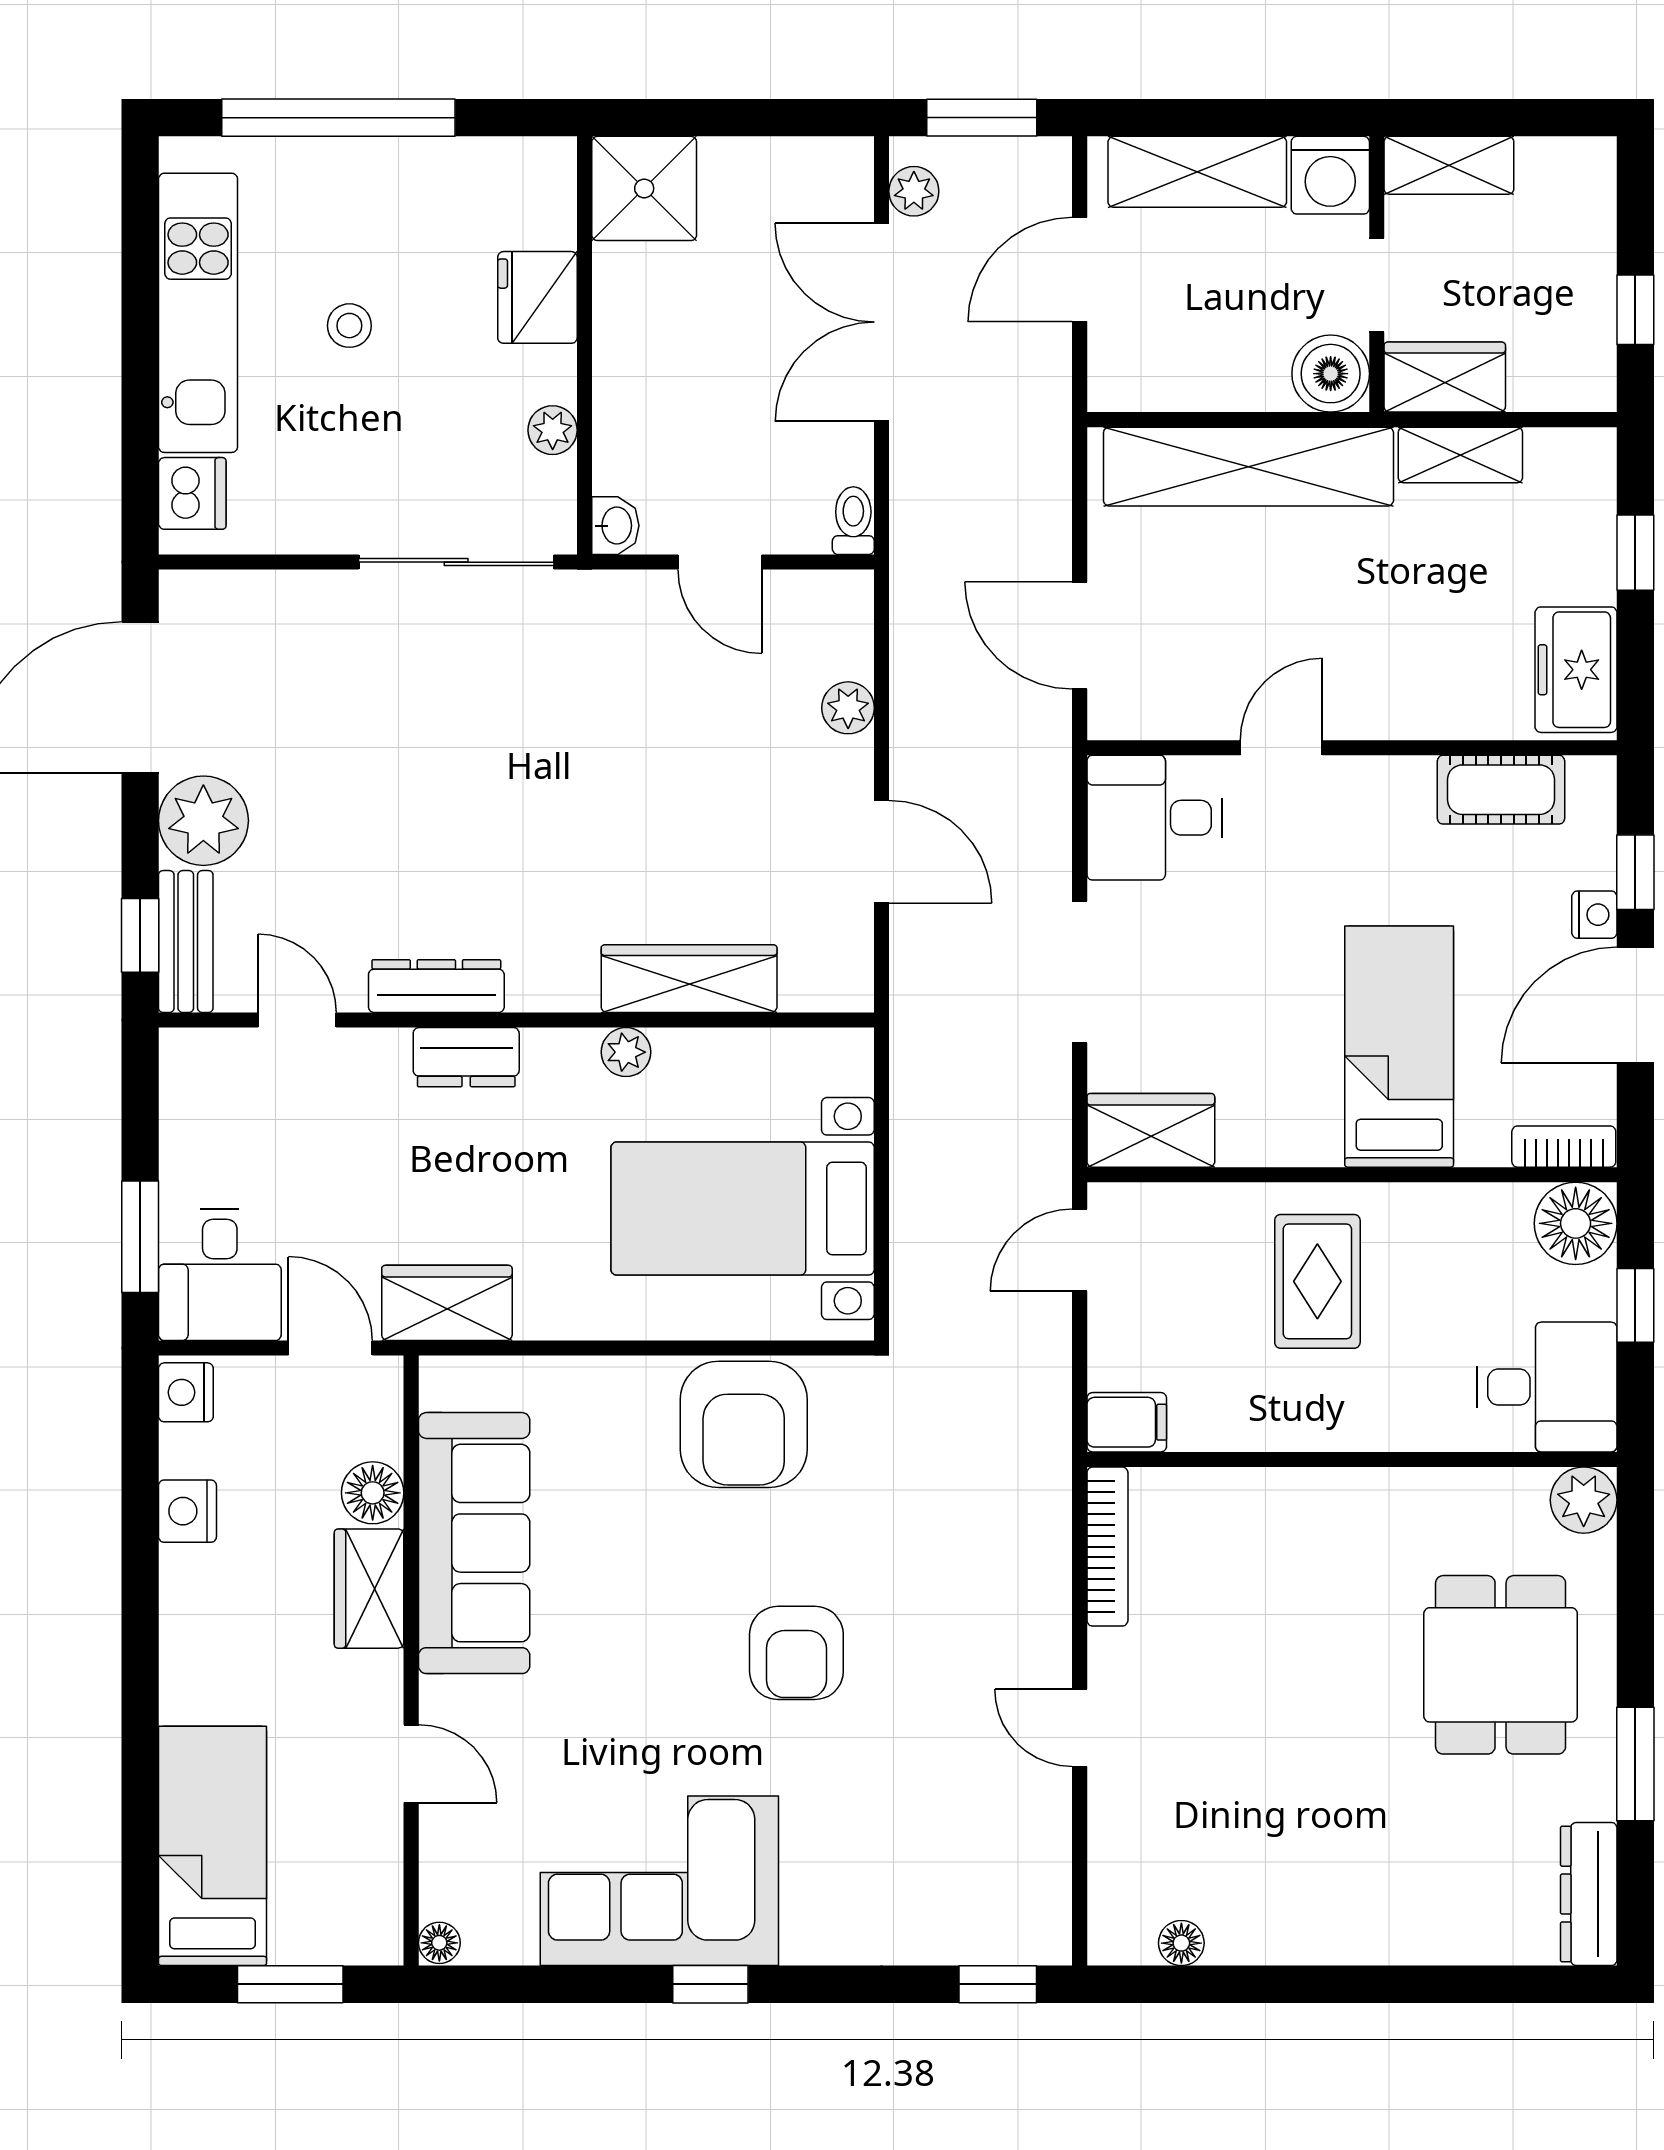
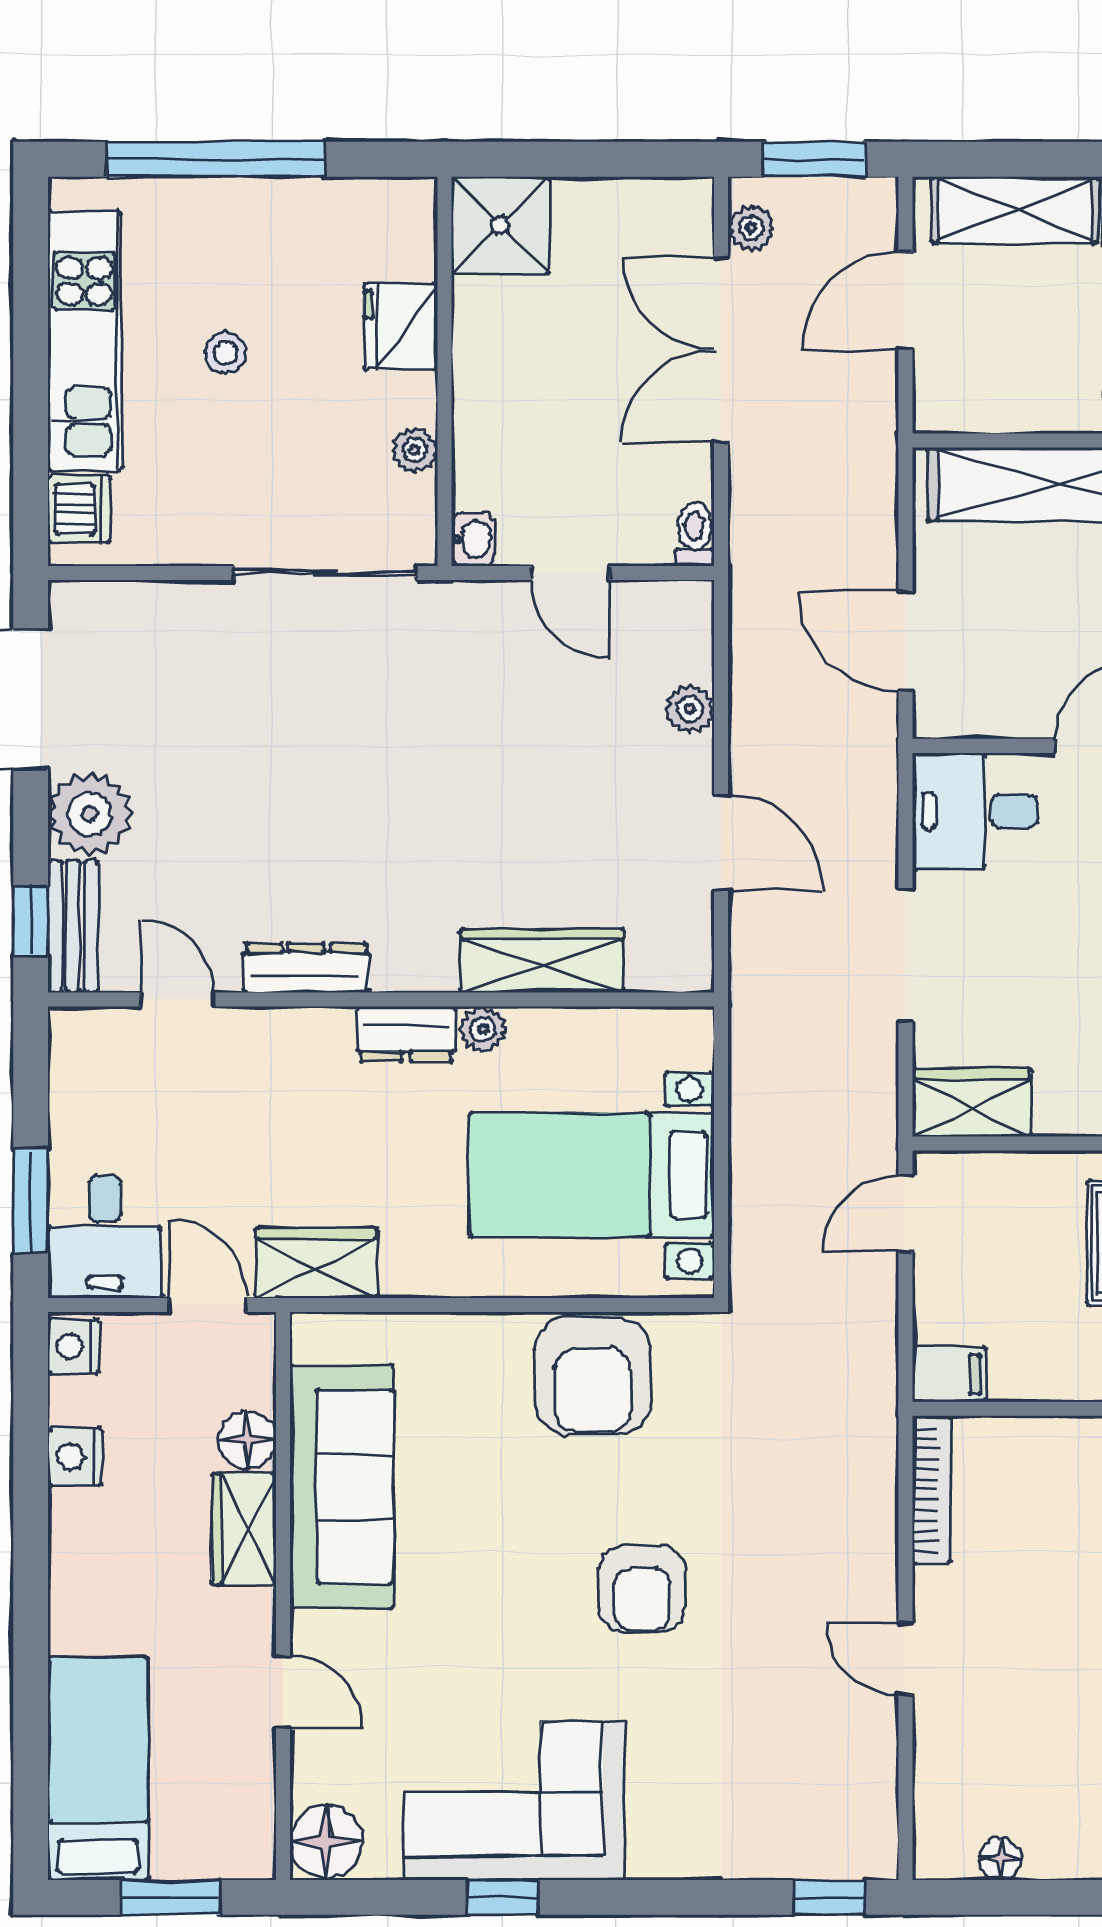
dresser: (466, 1057) -> (406, 1034), moved
floor lamp: (439, 1943) -> (326, 1842), width x1.89, depth x1.89
window: (710, 1984) -> (503, 1897), moved

